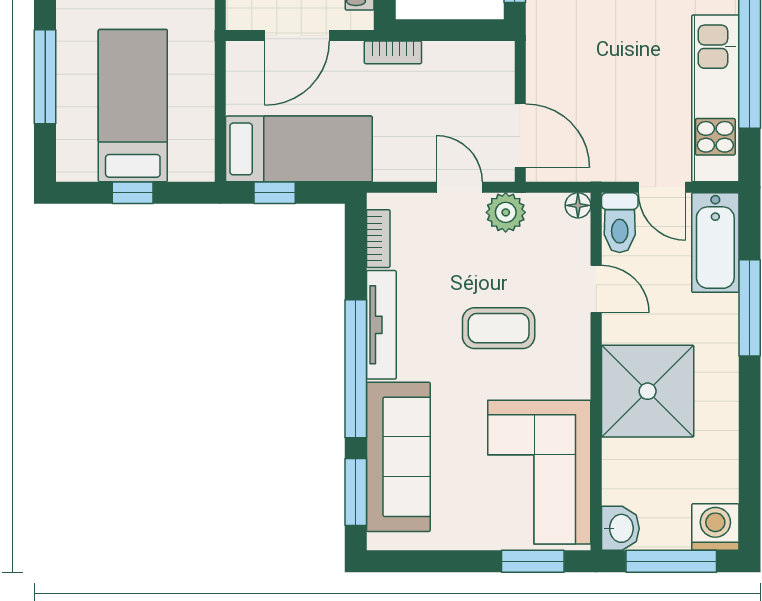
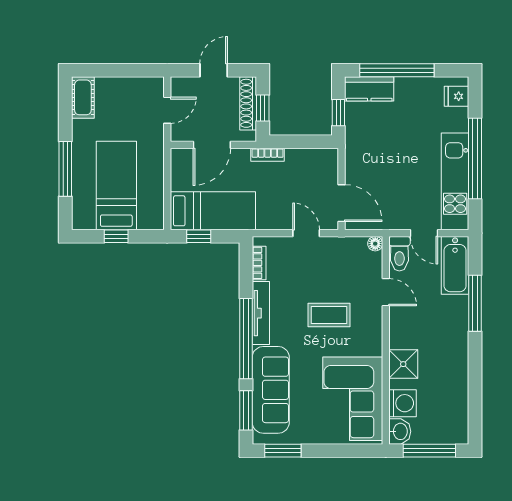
plant: (506, 212) -> (333, 248), removed
shower: (648, 391) -> (403, 364), width x0.54, depth x0.54
washing machine: (715, 527) -> (403, 403), moved, turned 90
window: (533, 561) -> (283, 451), moved

